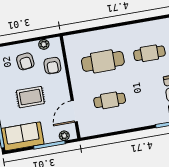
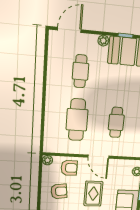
plant: (44, 44) -> (47, 160), moved
door: (74, 111) -> (98, 157), moved

